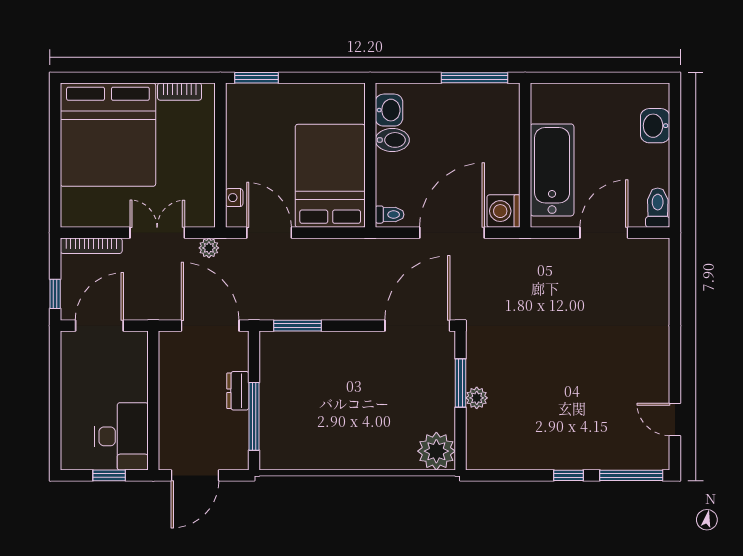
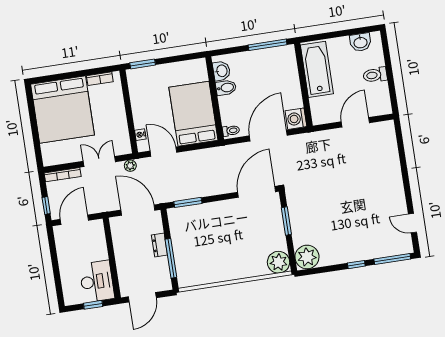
washbasin: (655, 126) -> (360, 42), moved, turned -90
bathtub: (552, 170) -> (317, 69), moved
toilet: (658, 208) -> (375, 75), moved, turned -90
plant: (477, 398) -> (307, 257), moved, width x1.87, depth x1.87

